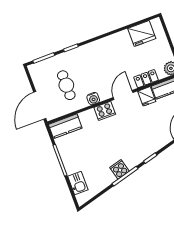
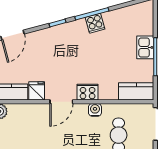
locker: (146, 79) -> (30, 110), removed
kitchen sink: (78, 183) -> (145, 47), moved

